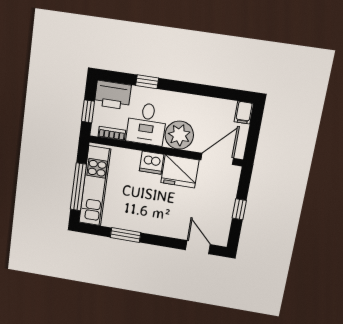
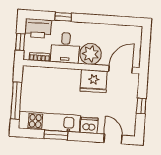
filing cabinet: (244, 113) -> (136, 34), removed
dishwasher: (152, 163) -> (89, 125), moved, turned 180
kitchen unit: (95, 186) -> (49, 122), moved, turned -90

